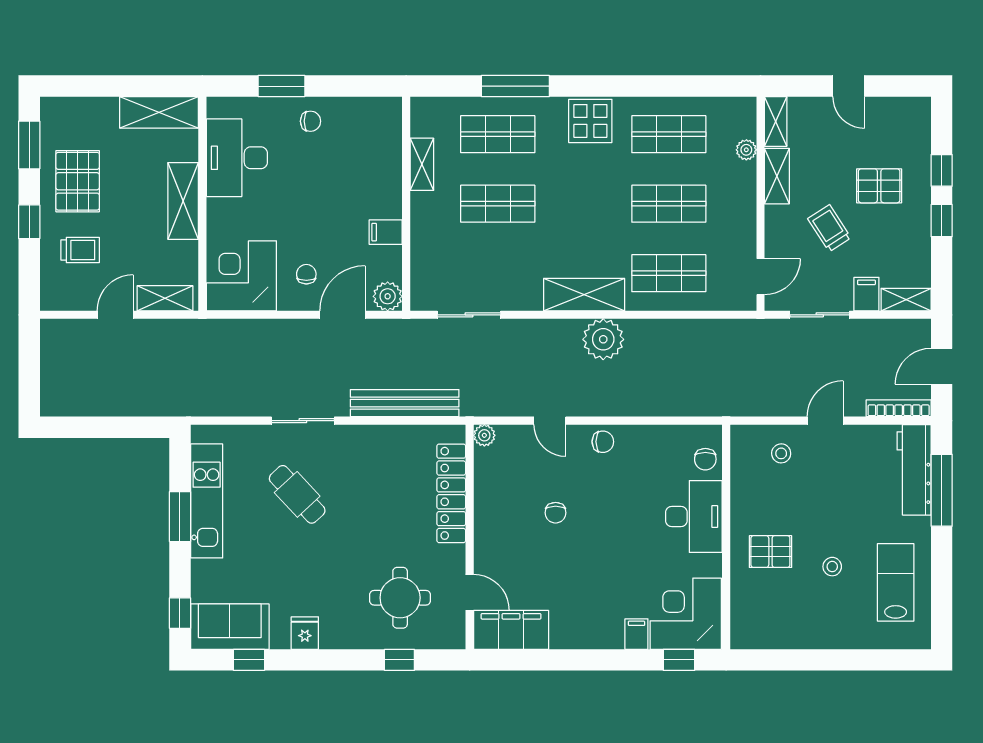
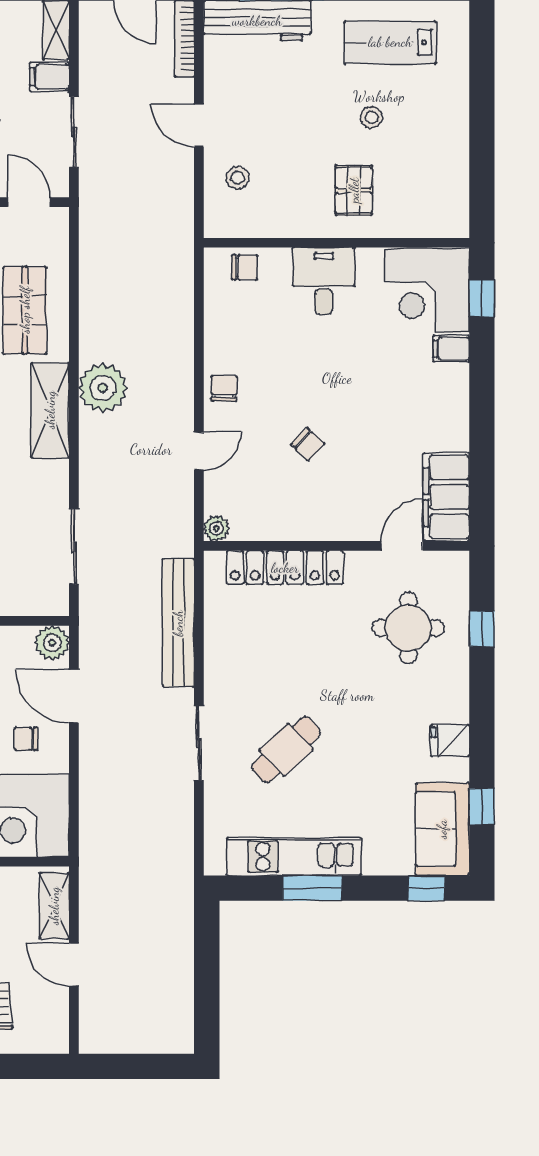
chair: (556, 513) -> (308, 444), turned 44
desk: (694, 516) -> (324, 281), width x0.73

